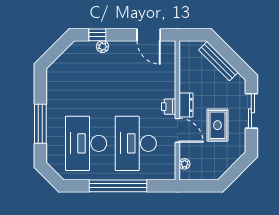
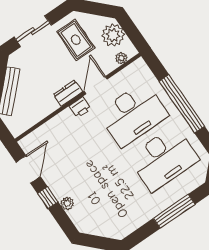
window: (97, 35) -> (48, 198), moved
rug: (217, 125) -> (76, 40), moved, turned 90
plant: (206, 170) -> (113, 35), added

